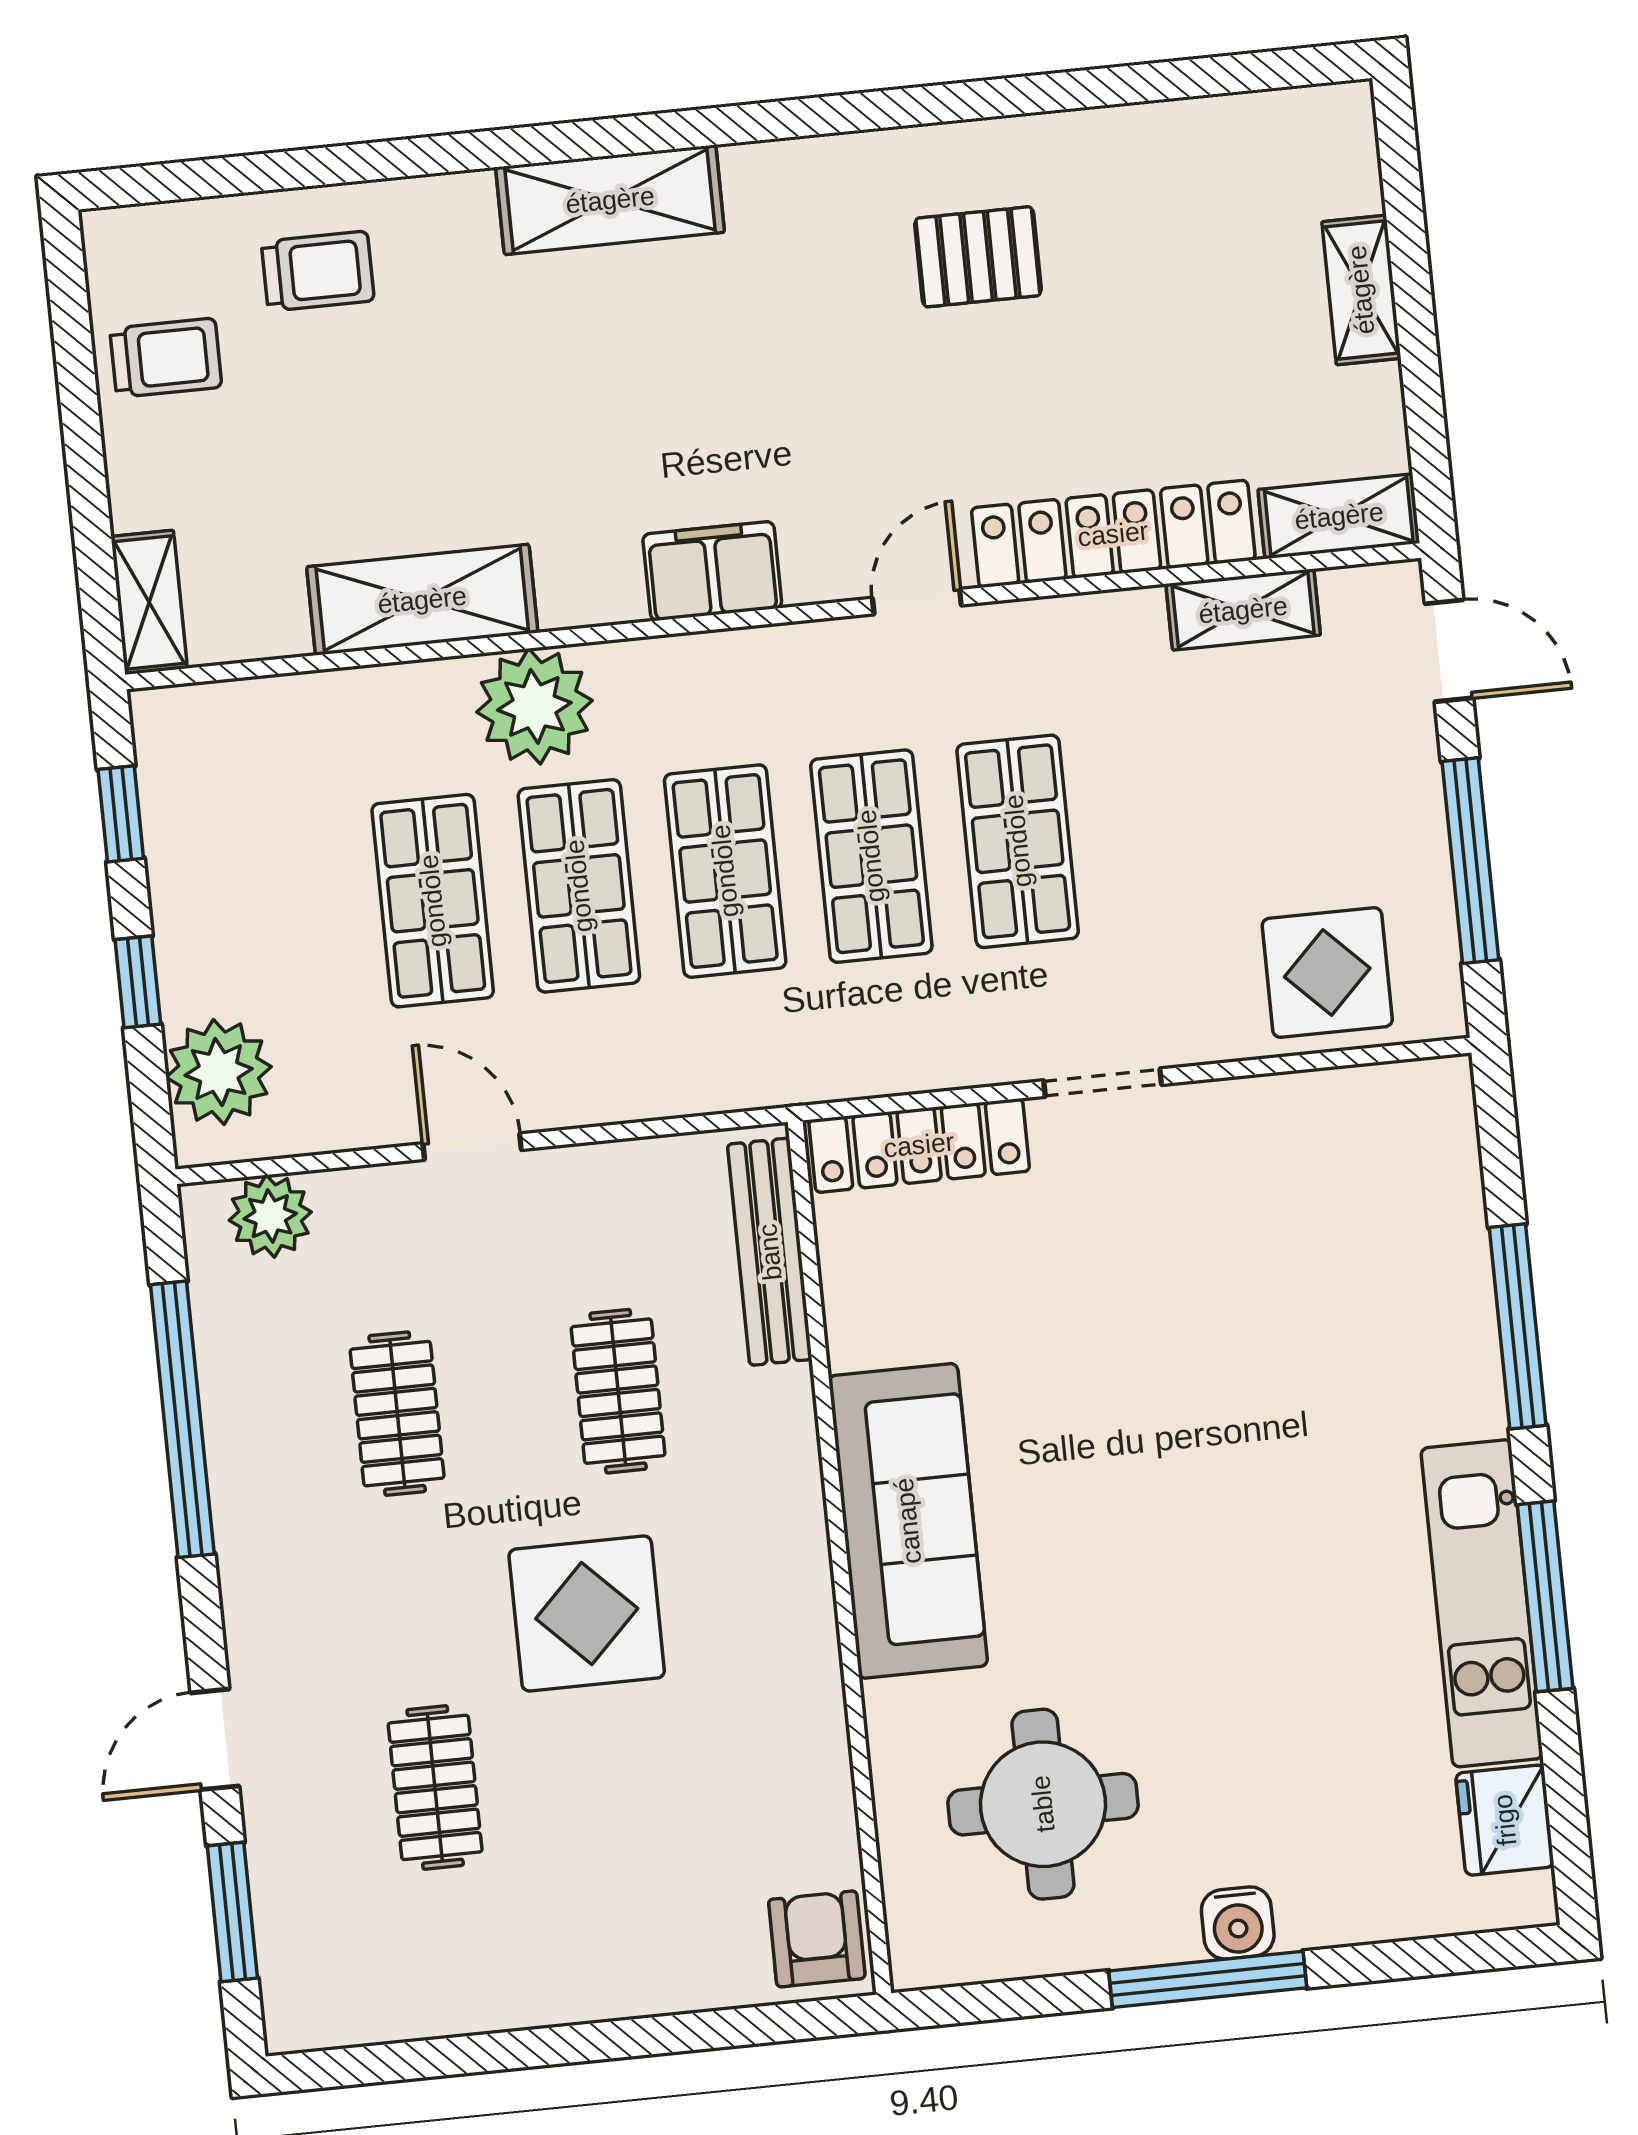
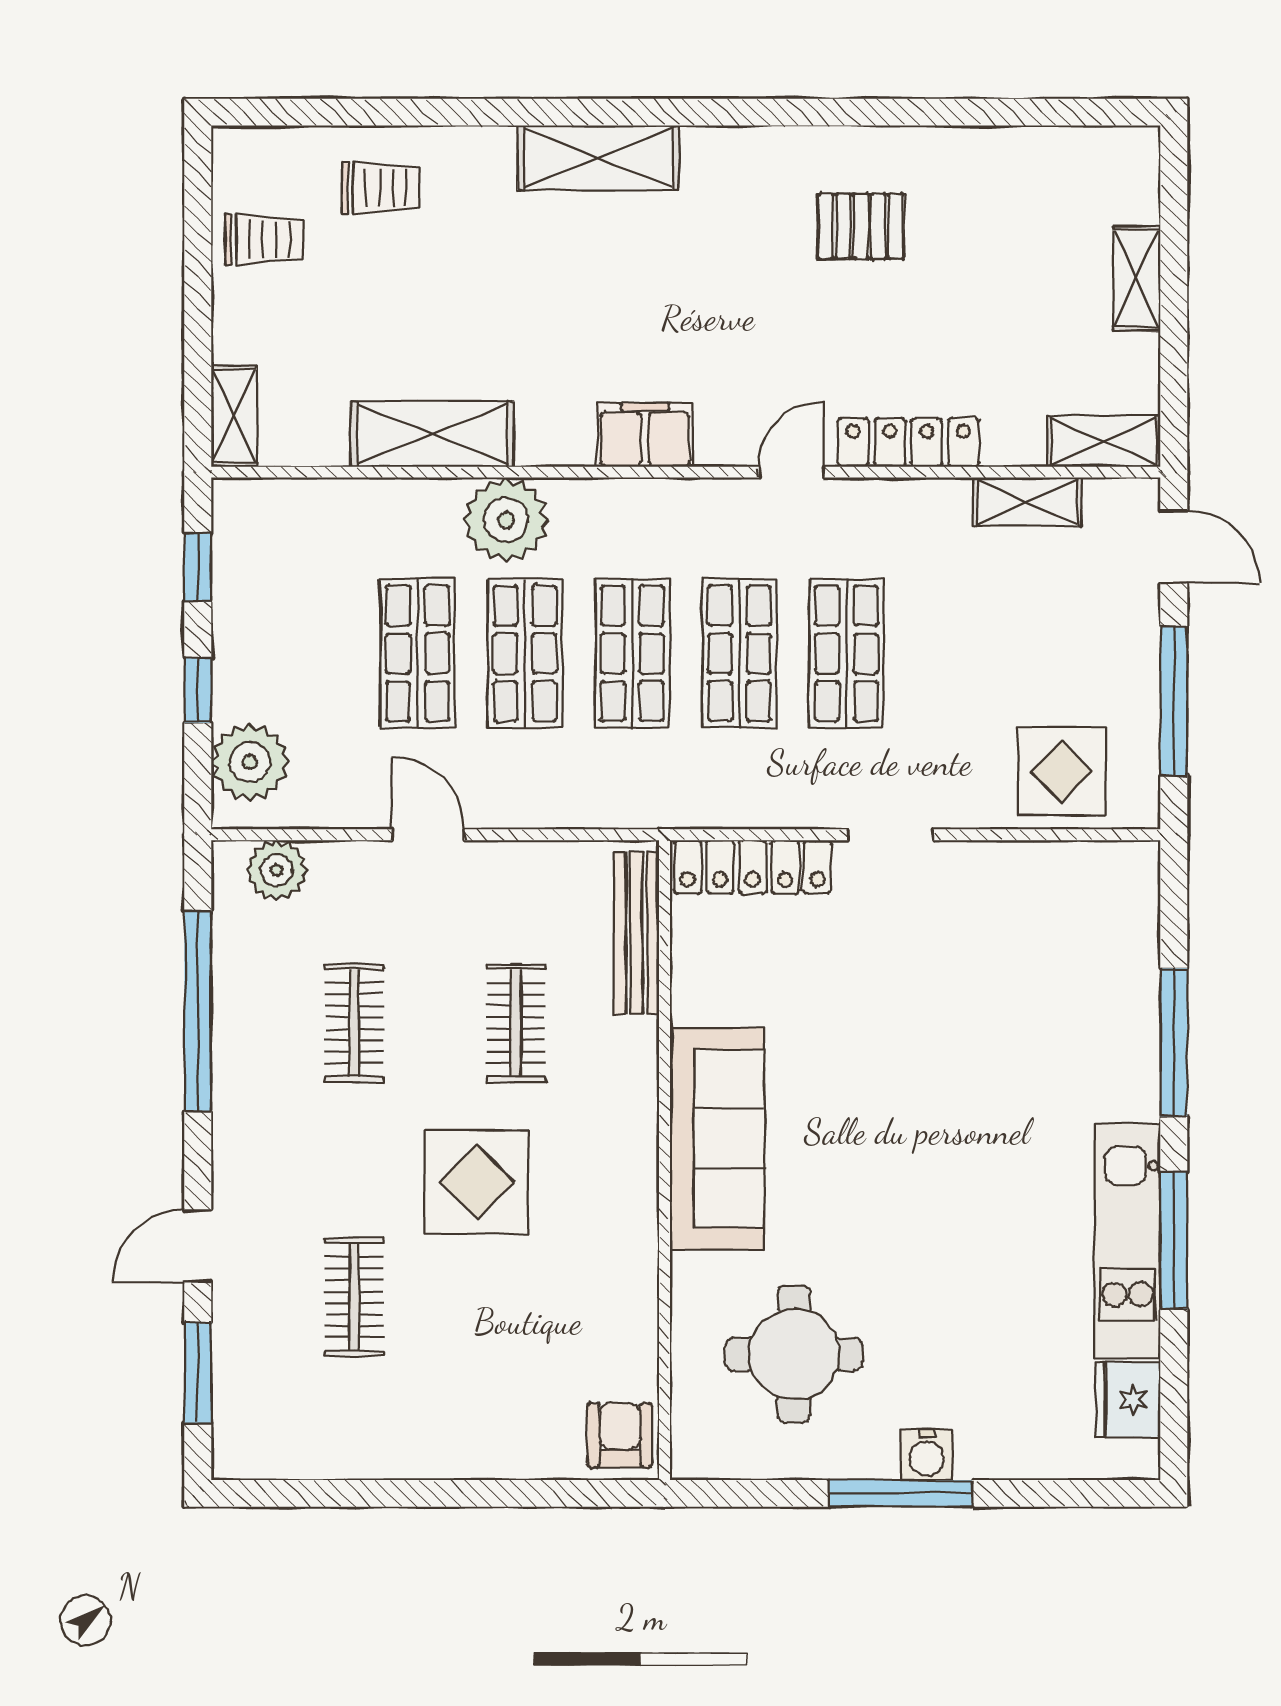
locker: (1113, 534) -> (908, 442), width x0.71, depth x0.83

